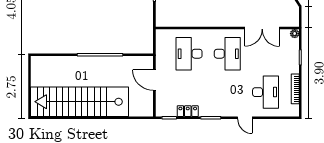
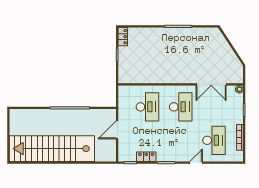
desk: (189, 54) -> (147, 107), turned 180
door: (154, 80) -> (117, 130), hinge flipped
door: (245, 118) -> (196, 163), swing flipped

